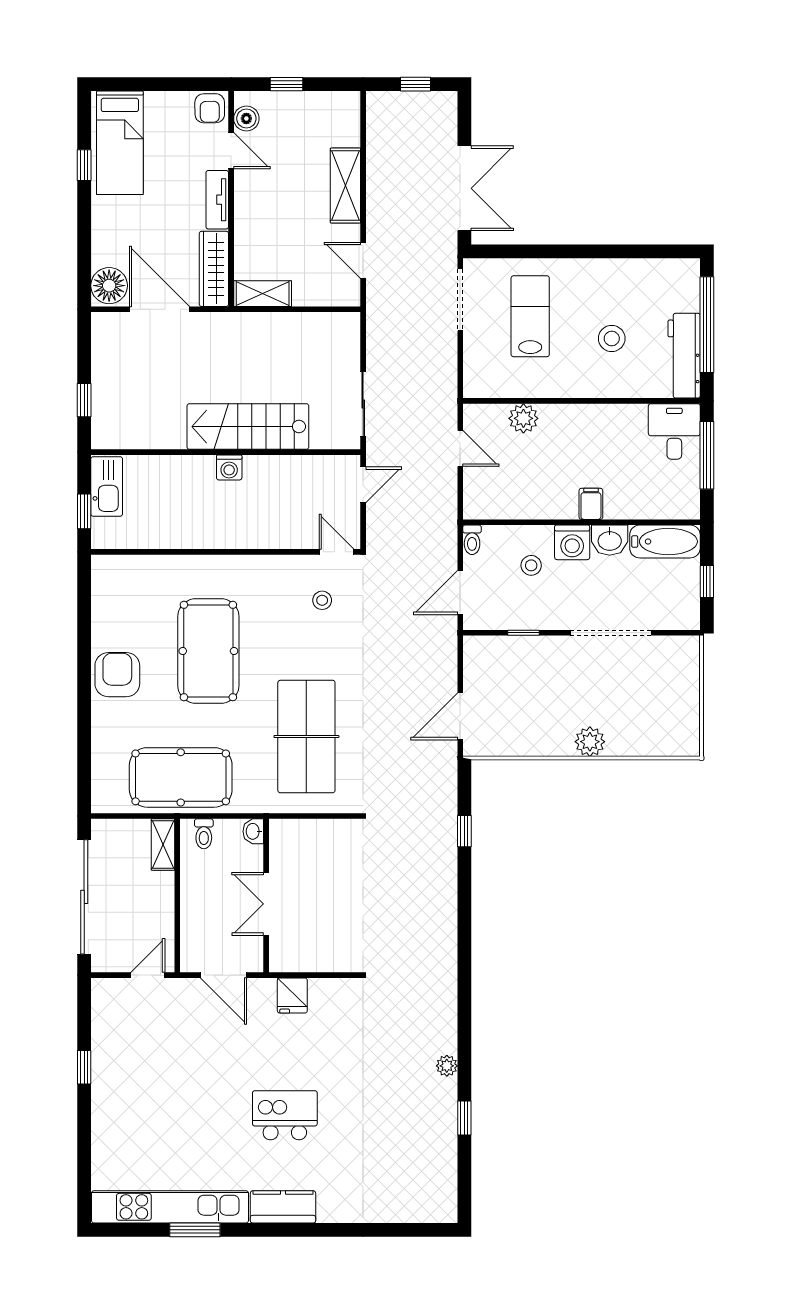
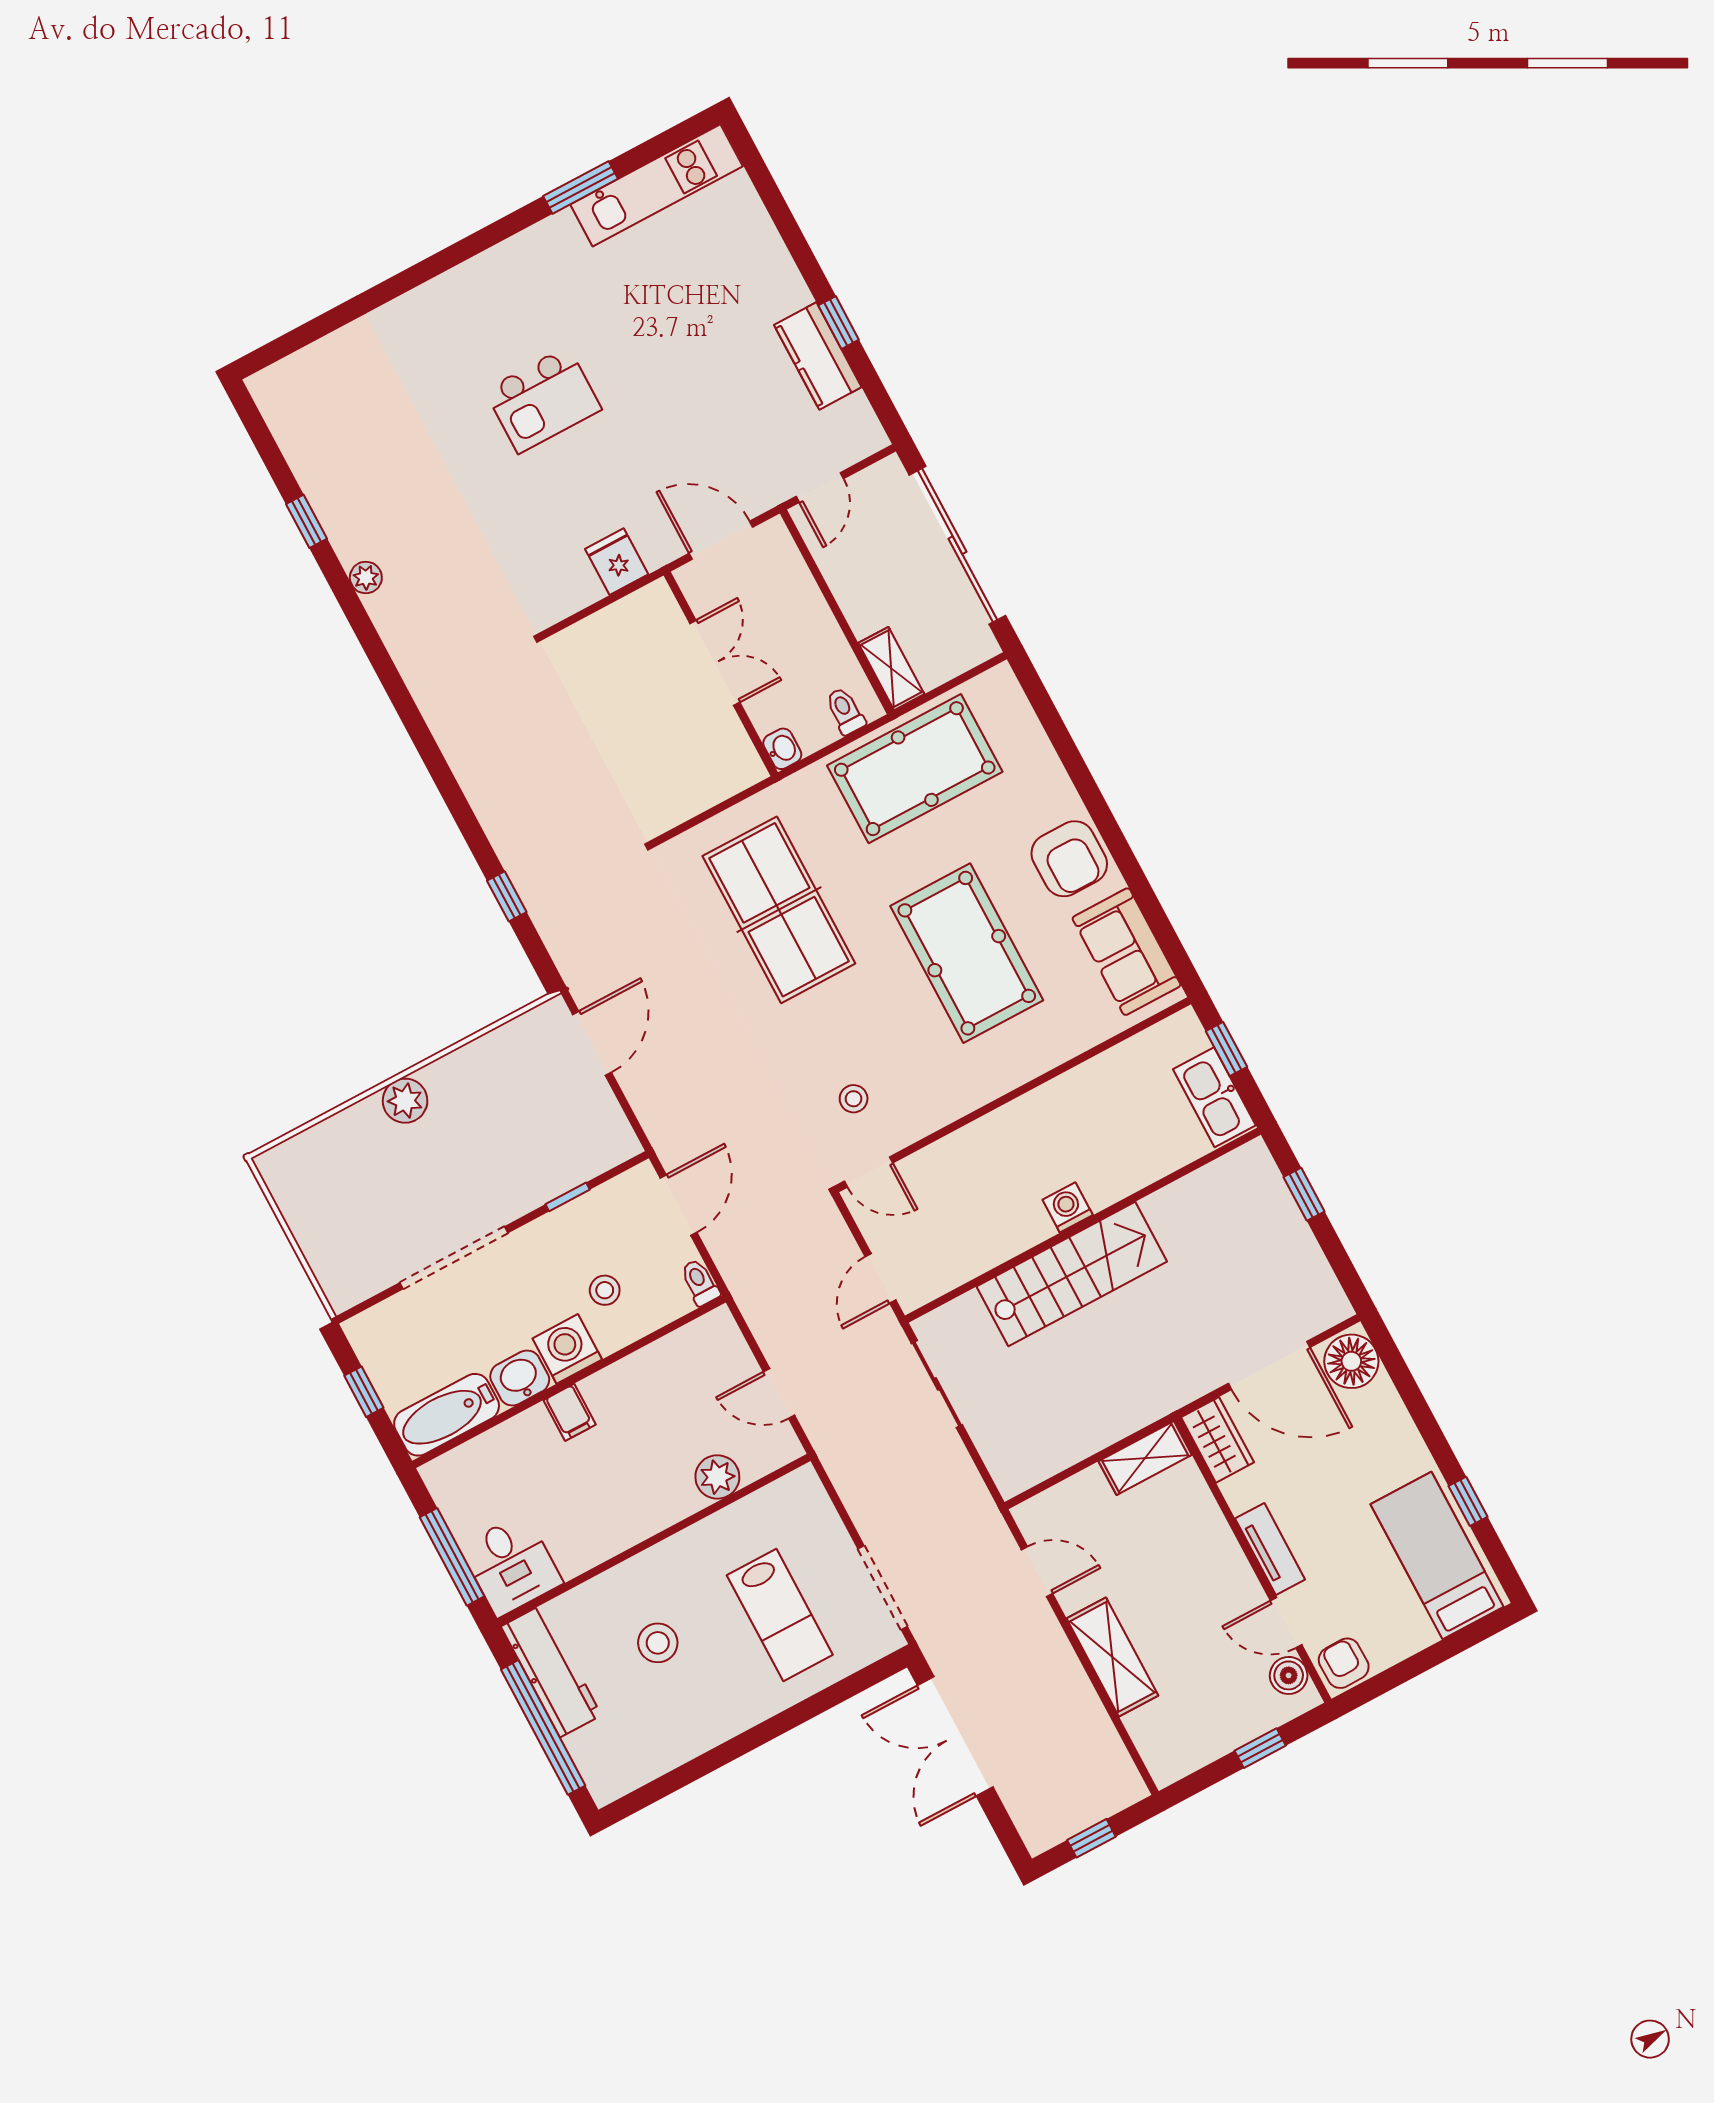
wardrobe: (214, 269) -> (1217, 1440), width x0.67
sofa: (113, 601) -> (1127, 952), added
kitchen unit: (170, 1207) -> (657, 185), width x0.73
kitchen counter: (283, 1207) -> (818, 356), moved, turned 90

